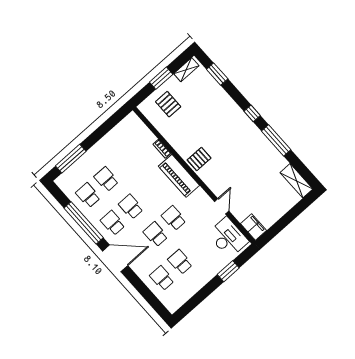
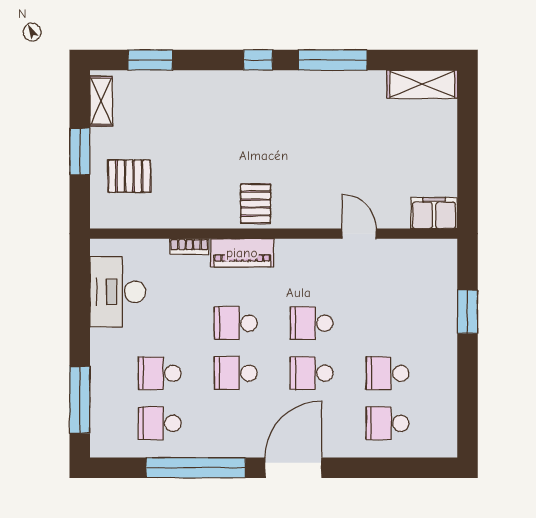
piano: (179, 176) -> (242, 253), width x0.73, depth x0.75
school desk: (113, 223) -> (236, 323), moved
desk: (228, 238) -> (118, 292), moved, turned -90

